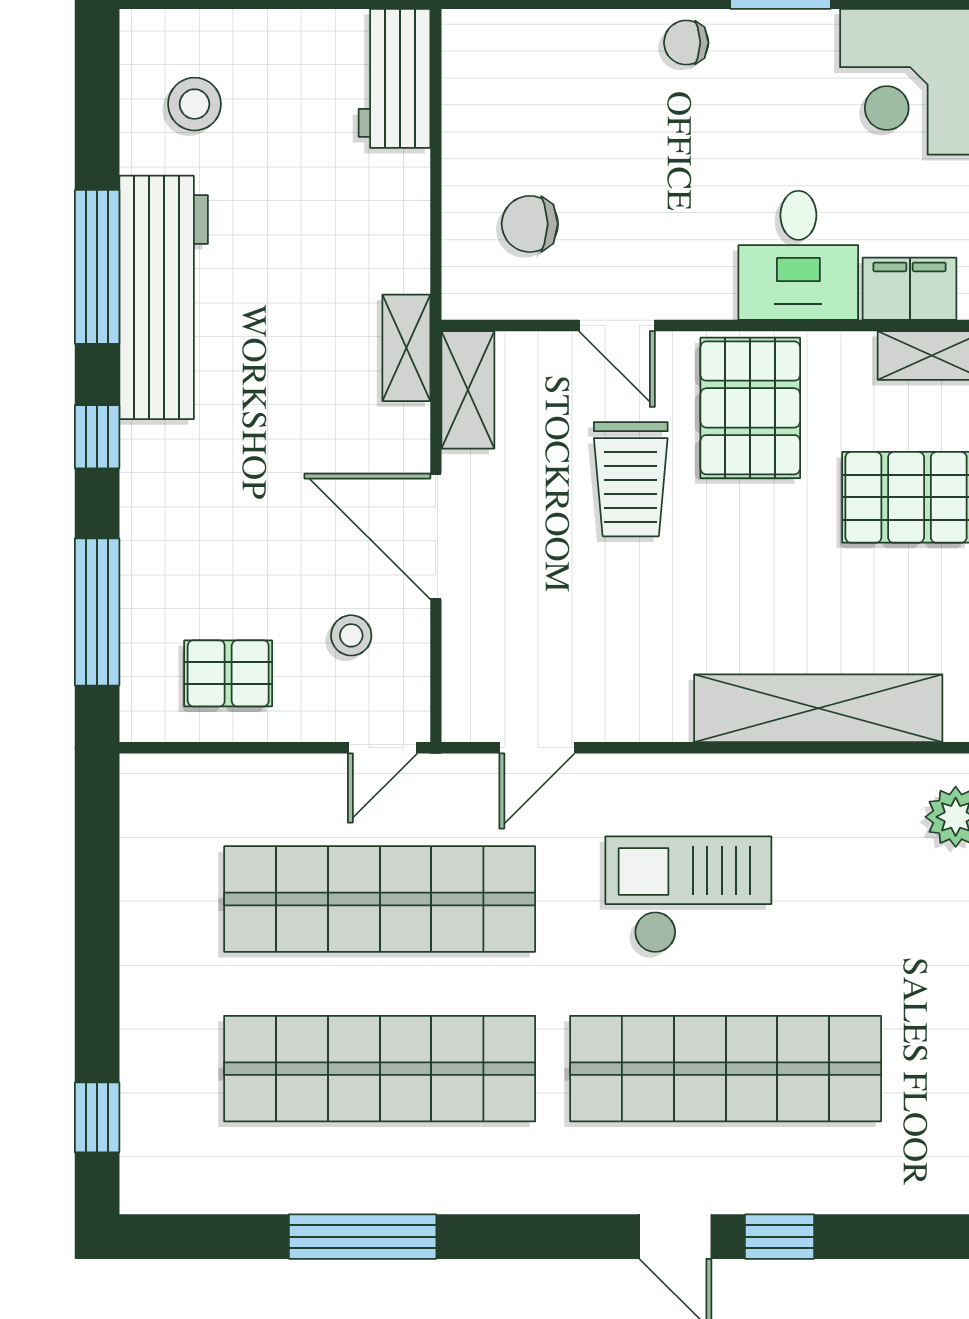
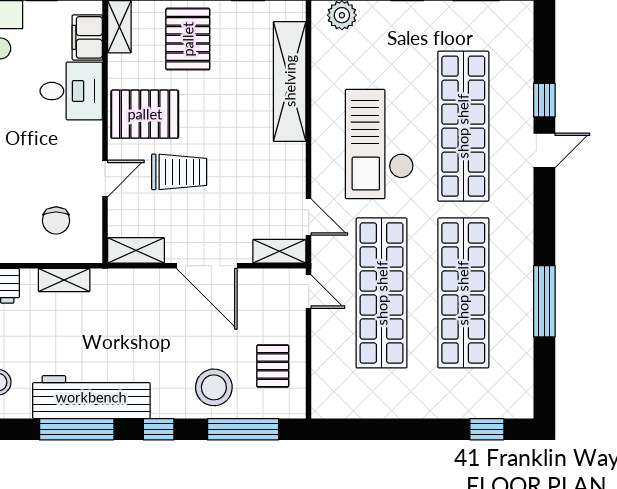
shelving: (406, 348) -> (64, 280), moved
door: (436, 537) -> (207, 266), hinge flipped
stool: (351, 635) -> (214, 387), moved, width x1.89, depth x1.89
shelving: (466, 687) -> (279, 251), added
checkout: (688, 895) -> (379, 144), width x1.36, depth x1.21

